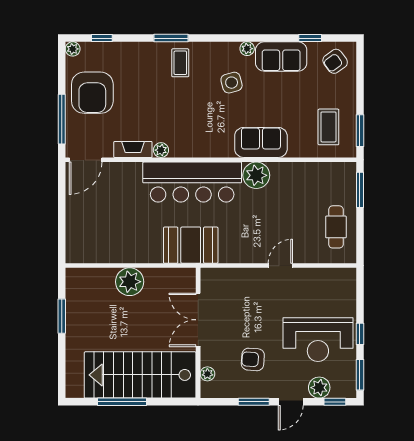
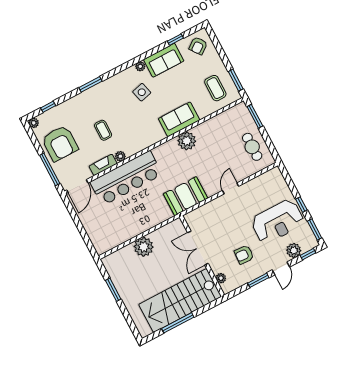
coffee table: (180, 63) -> (103, 130), moved
bar counter: (192, 182) -> (126, 178), moved
booth: (191, 245) -> (186, 196), moved

